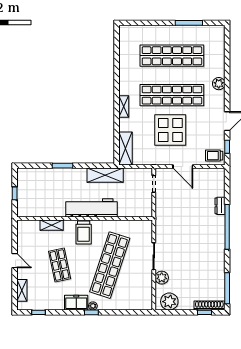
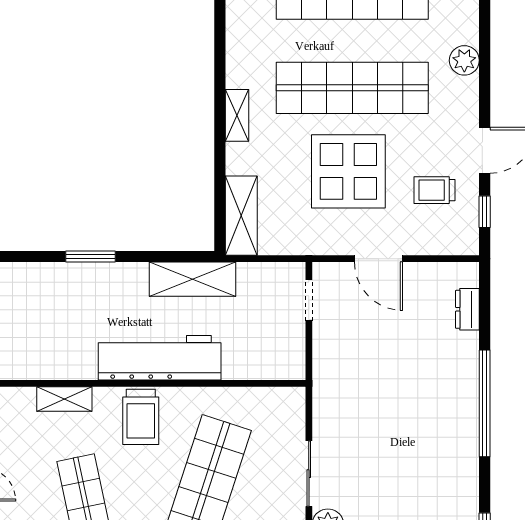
trolley: (214, 156) -> (434, 190), moved
dresser: (220, 206) -> (467, 309), moved

